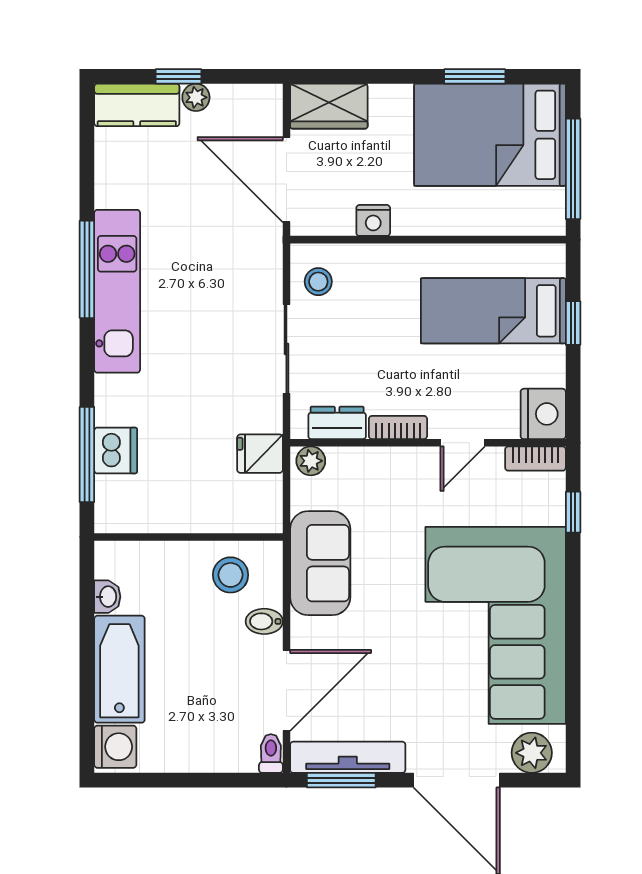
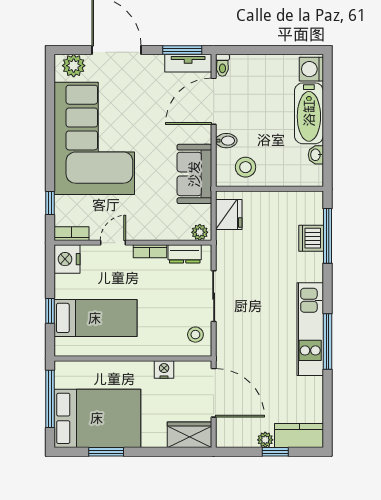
fridge: (260, 454) -> (229, 215), moved, width x1.38
tv unit: (348, 757) -> (188, 63), width x0.71

